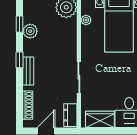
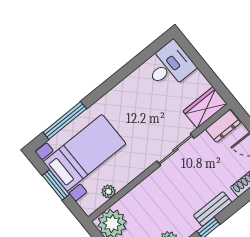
wardrobe: (100, 119) -> (205, 107), moved, turned 90

